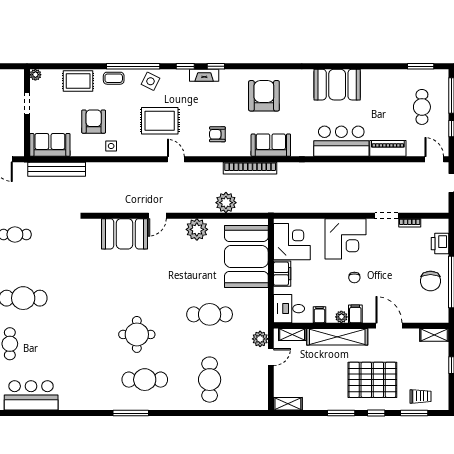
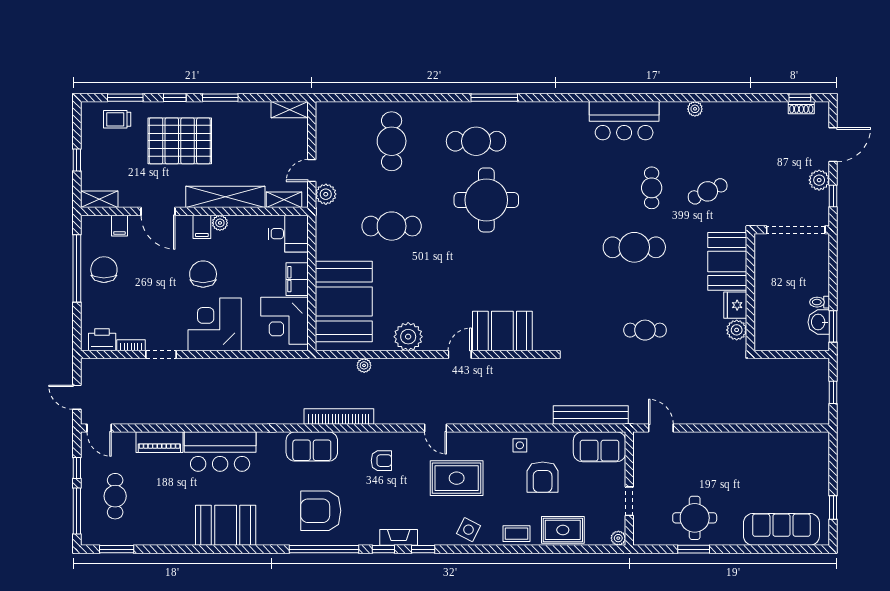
window: (133, 66) -> (324, 549), moved
armchair: (264, 96) -> (321, 511), turned 90
plant: (226, 203) -> (364, 365), width x0.53, depth x0.53
printer: (440, 244) -> (102, 340), moved, turned -90
chair: (354, 278) -> (203, 274), width x1.87, depth x1.87
filing cabinet: (319, 315) -> (119, 226), moved
round table: (137, 334) -> (486, 200), width x1.36, depth x1.36

